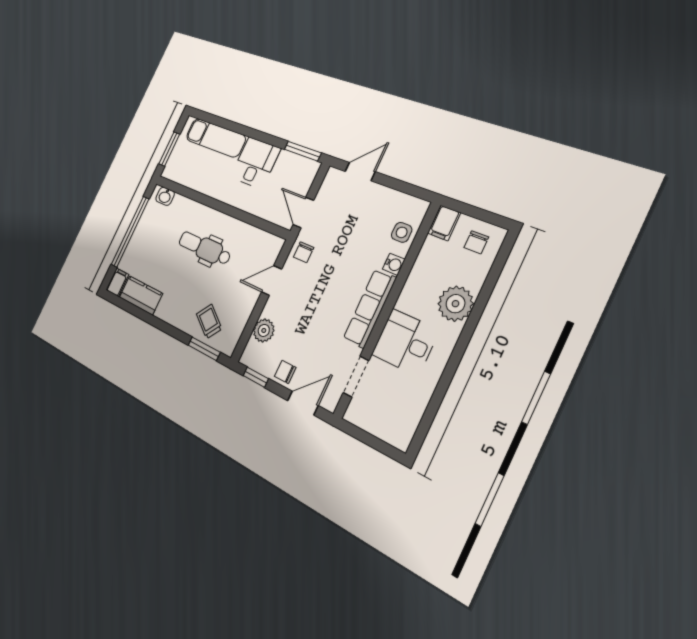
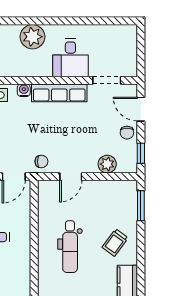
door: (272, 281) -> (71, 177), hinge flipped
trolley: (209, 321) -> (115, 243), moved

